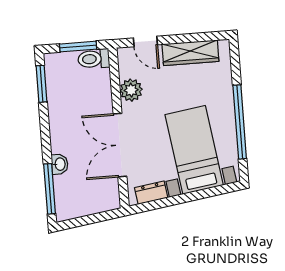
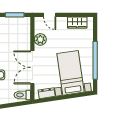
wardrobe: (190, 53) -> (77, 23), width x0.67
toilet: (94, 59) -> (22, 95), moved

